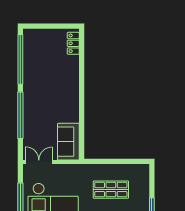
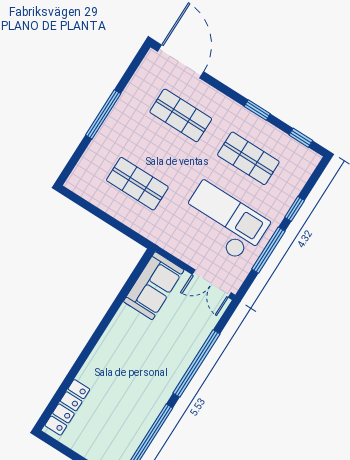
locker: (73, 43) -> (67, 407), width x1.53

